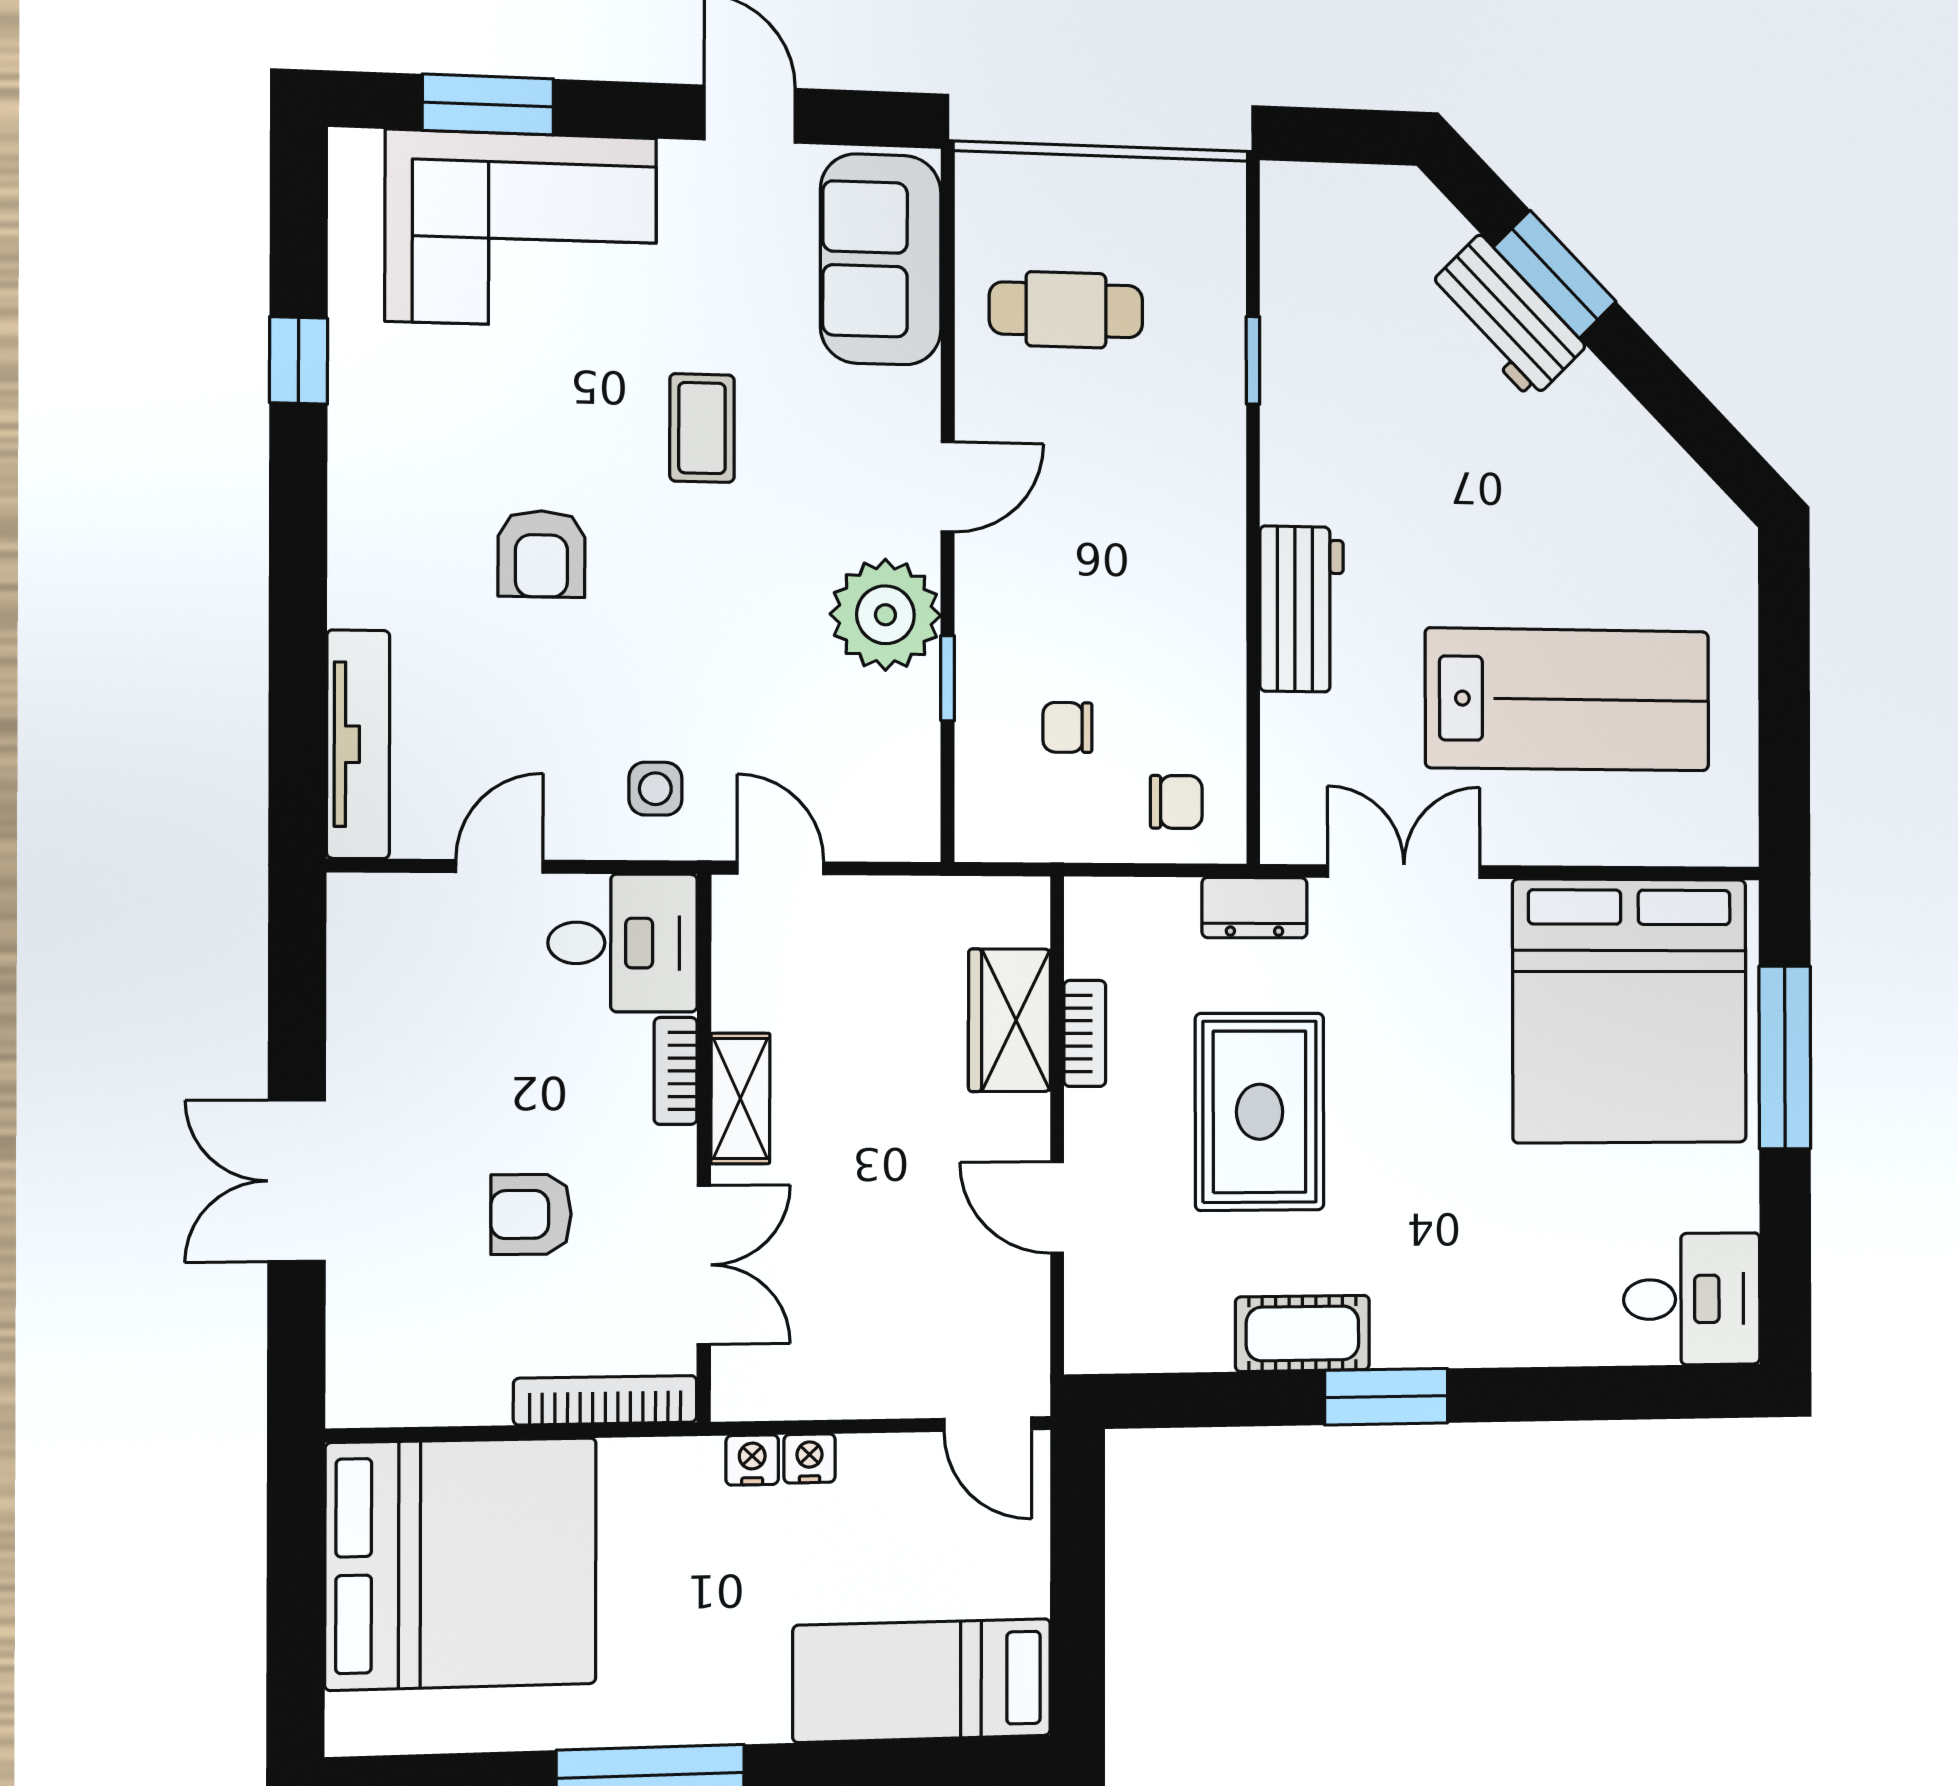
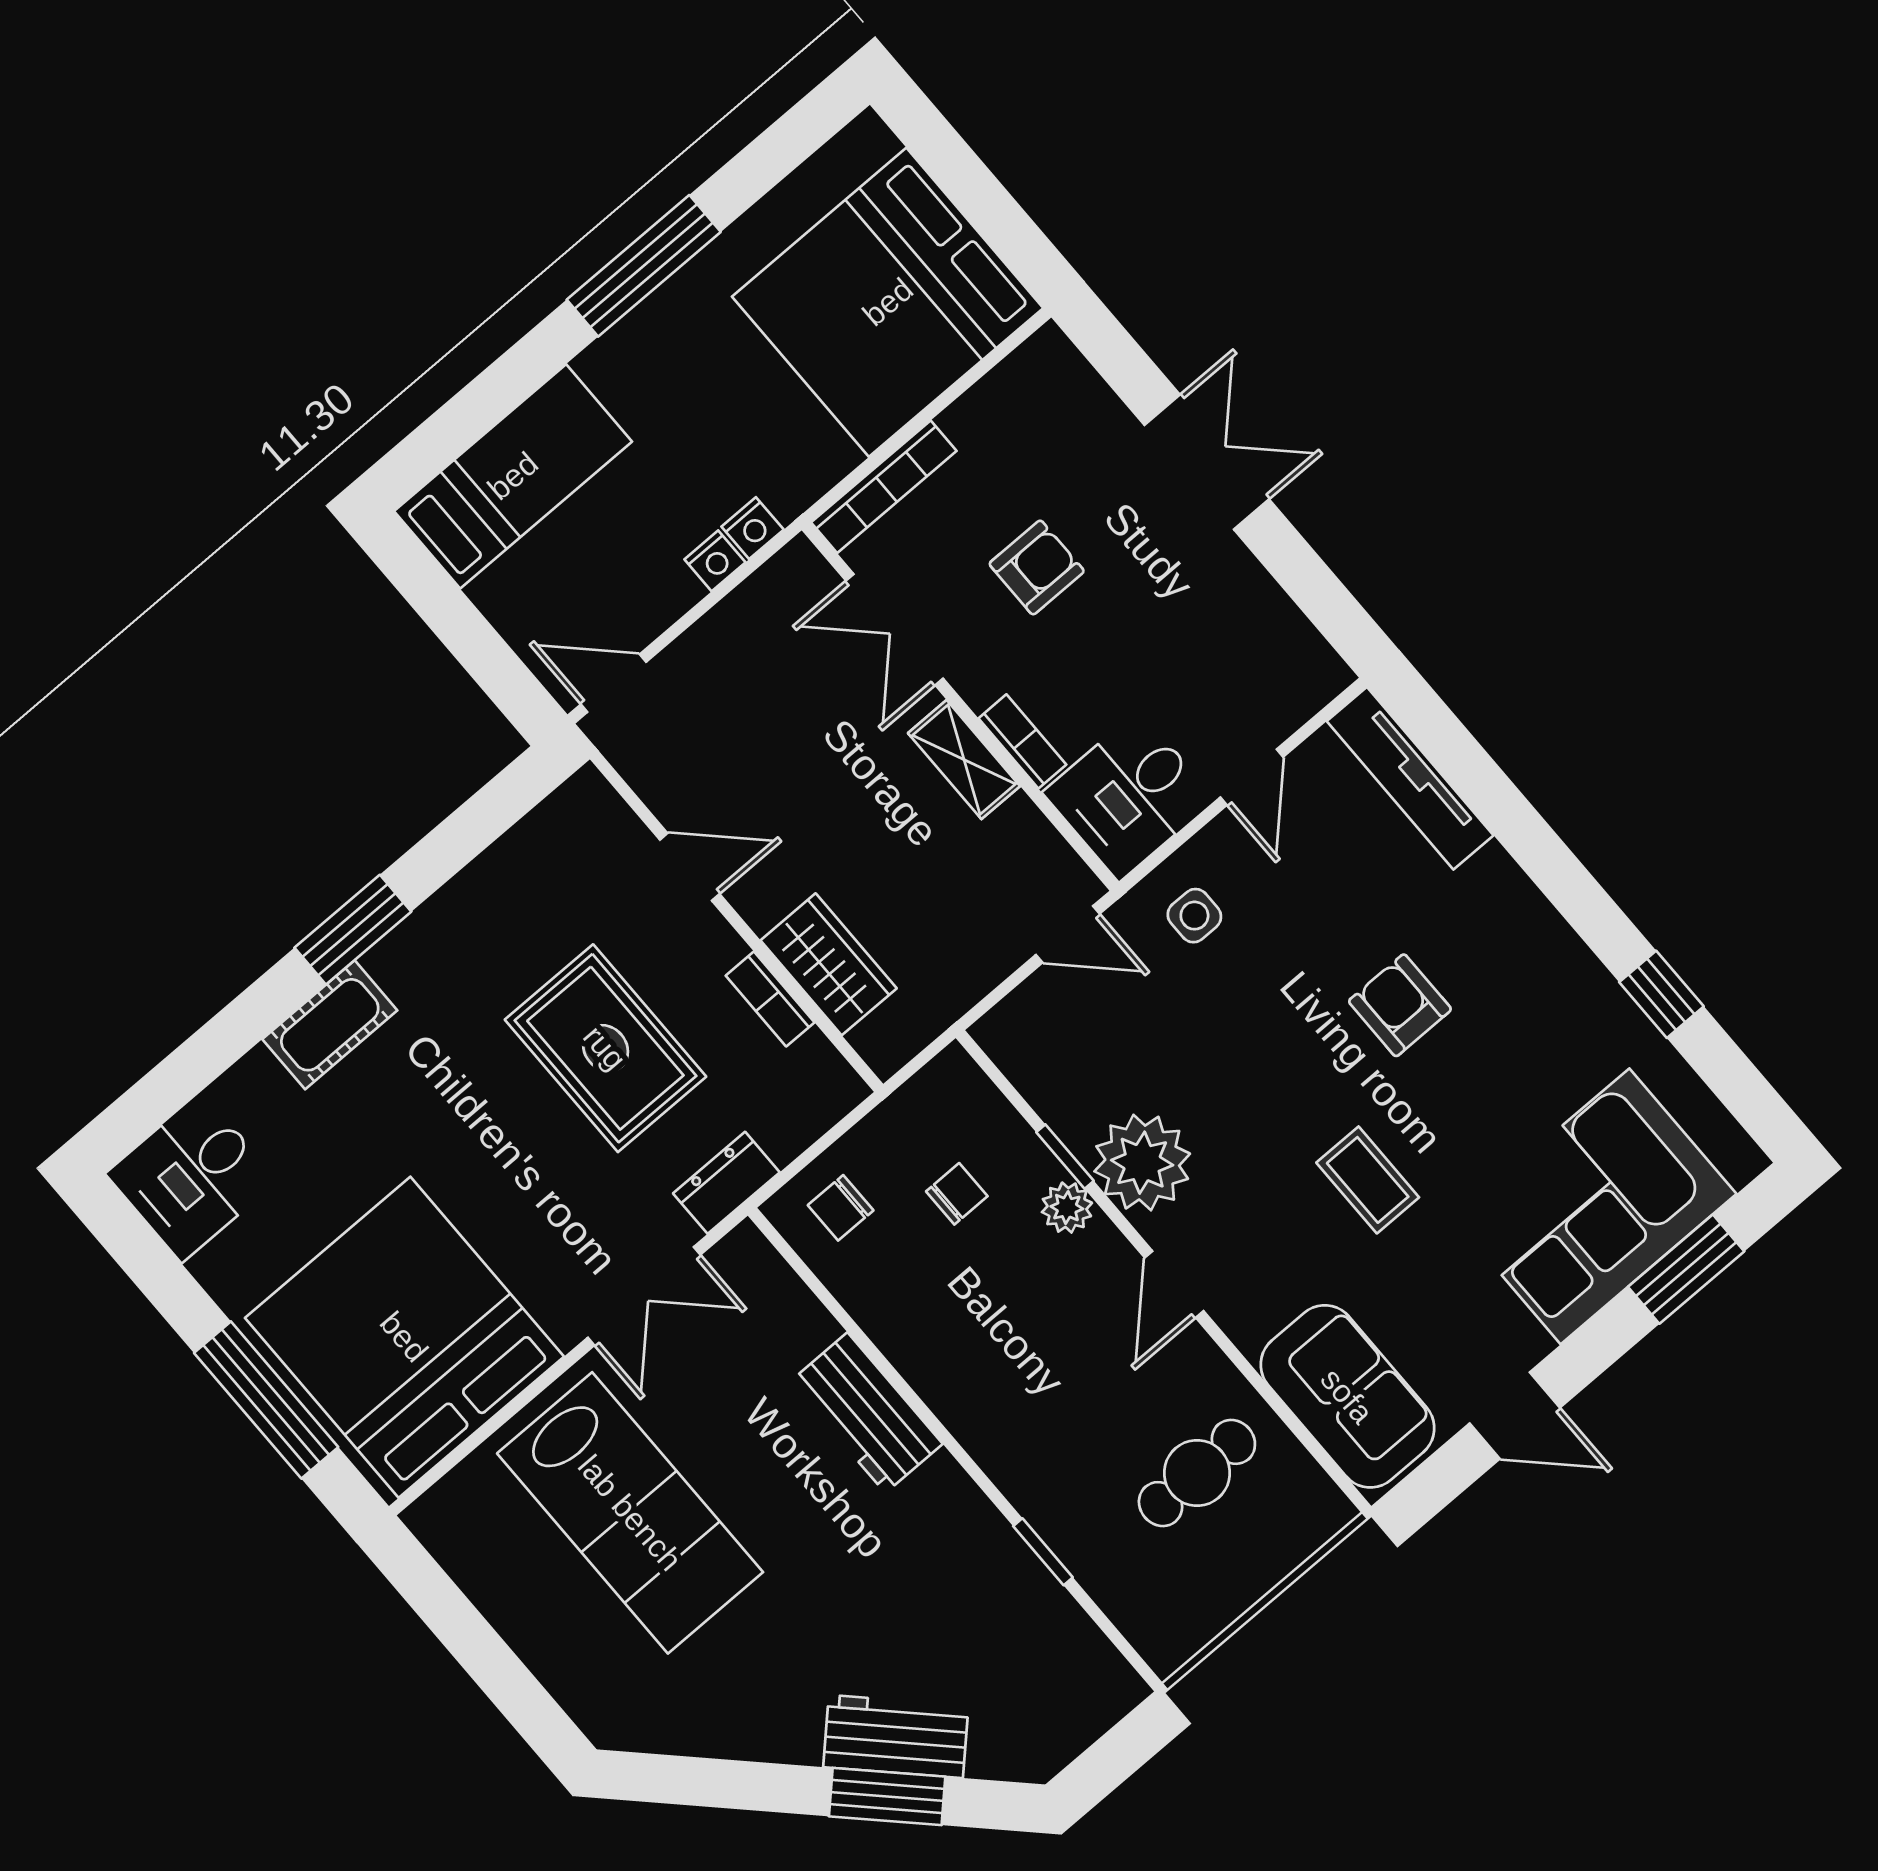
plant: (983, 633) -> (1067, 1208), added
lab bench: (1568, 699) -> (630, 1513), turned -90
cot: (1302, 1333) -> (330, 1025), moved

